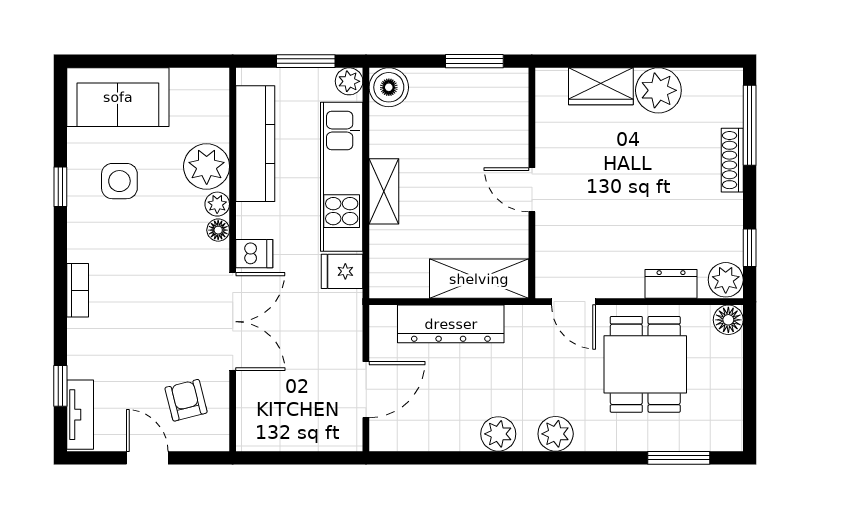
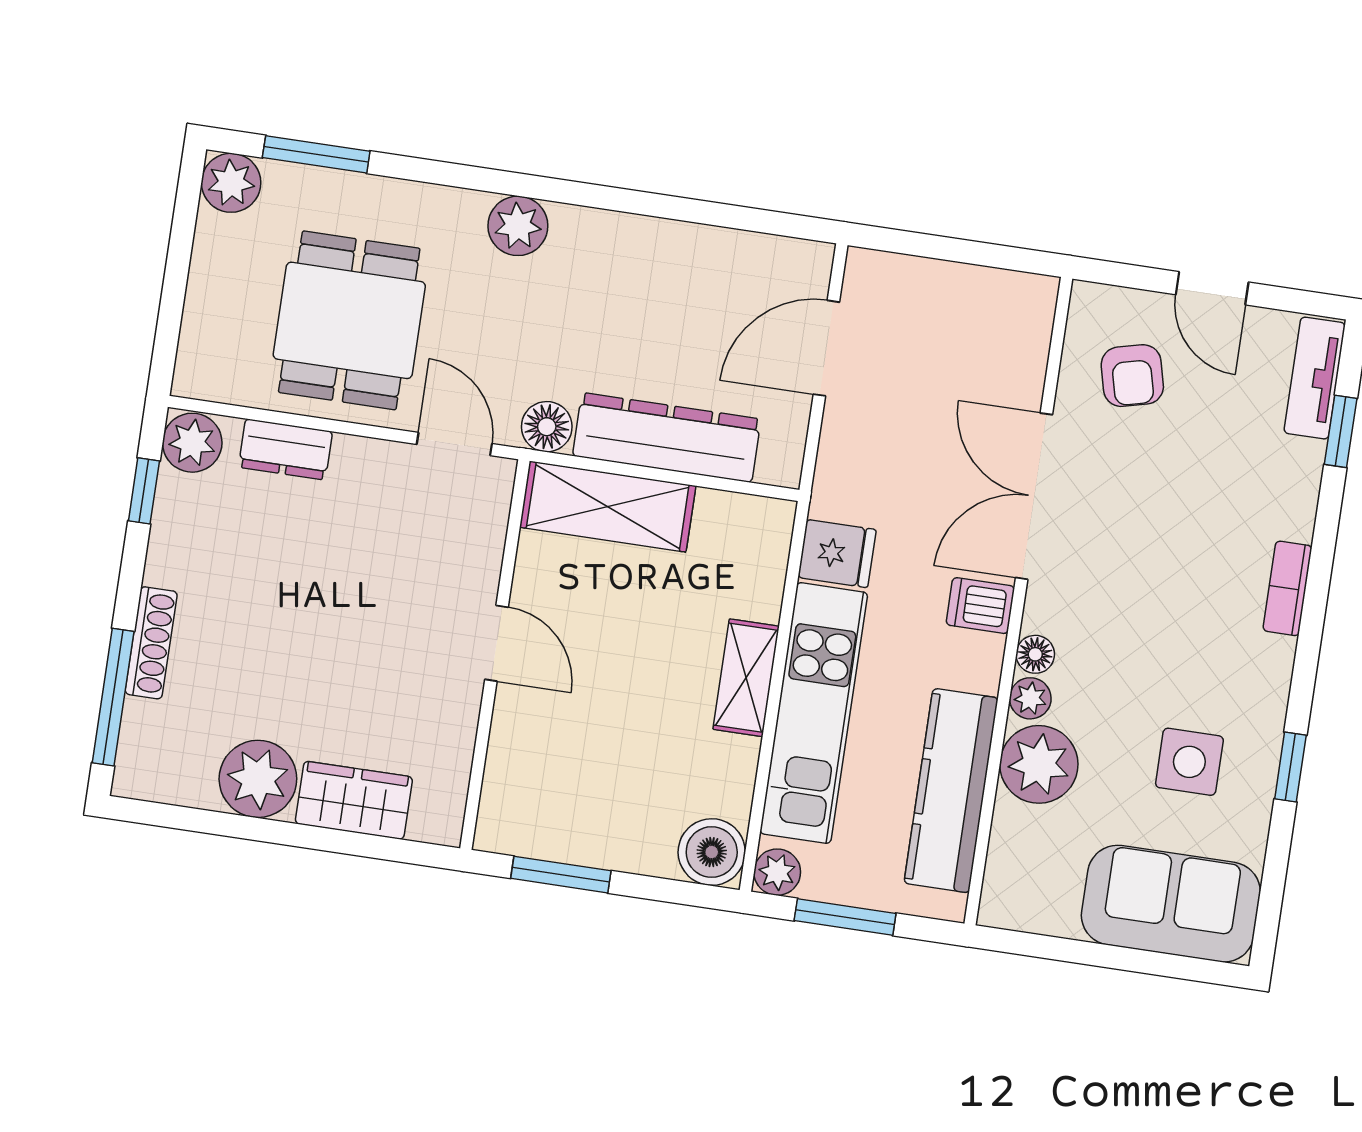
floor lamp: (728, 320) -> (547, 427), moved
plant: (498, 434) -> (231, 183), moved

